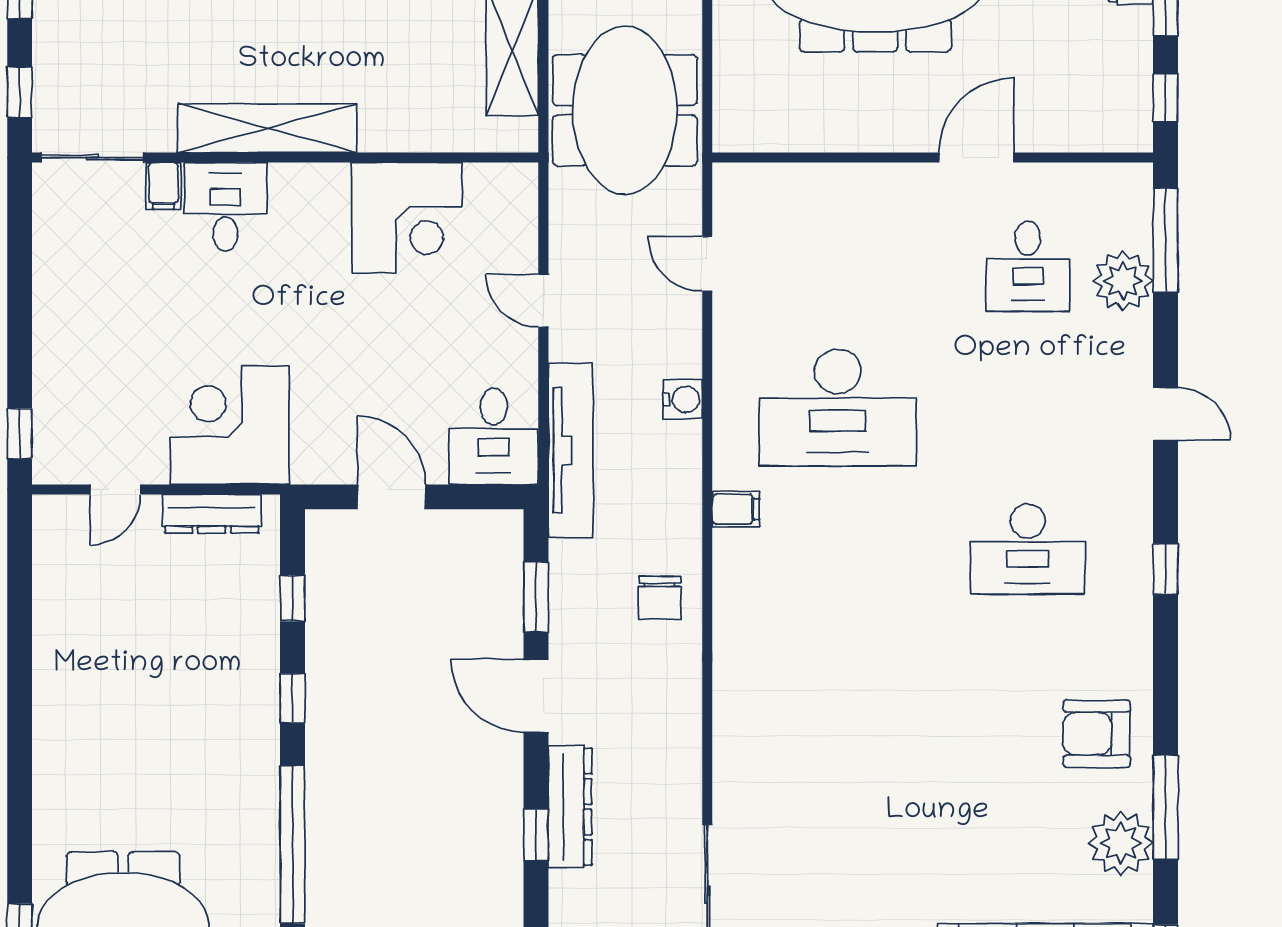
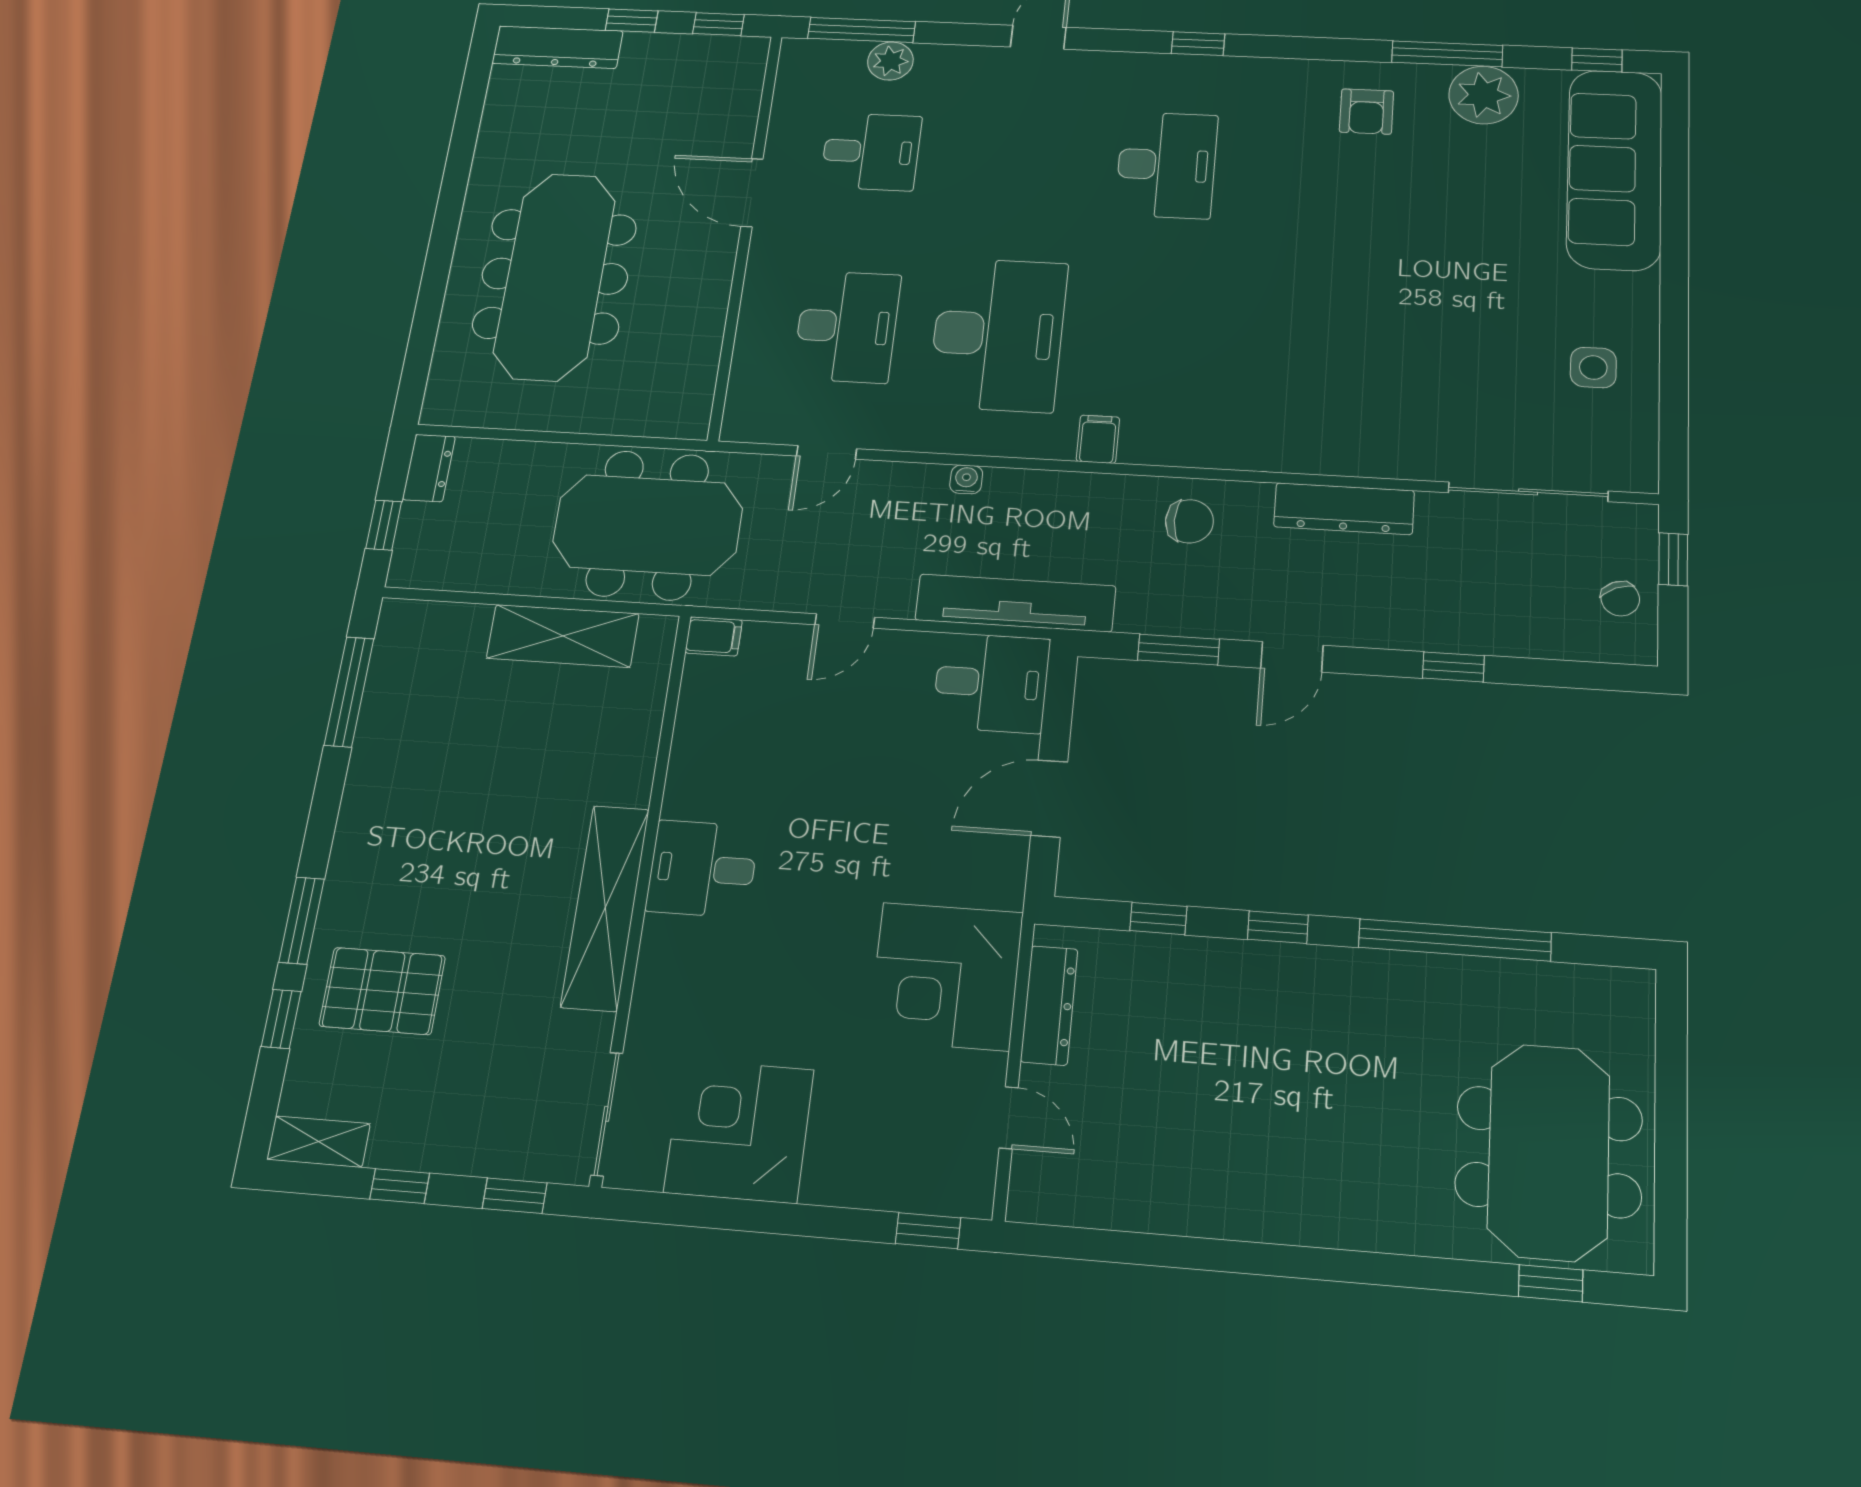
filing cabinet: (164, 186) -> (714, 636), moved
desk: (225, 207) -> (702, 869), moved
corner desk: (407, 218) -> (739, 1131), moved, turned -90
desk: (838, 266) -> (847, 327), added
plant: (1123, 281) -> (890, 61), width x0.73, depth x0.73
water cooler: (683, 399) -> (966, 479), width x0.72, depth x0.72
door: (536, 696) -> (1292, 657), width x0.73
armchair: (1097, 734) -> (1366, 112), width x0.72, depth x0.72
dresser: (570, 807) -> (1344, 509), moved, turned 180

